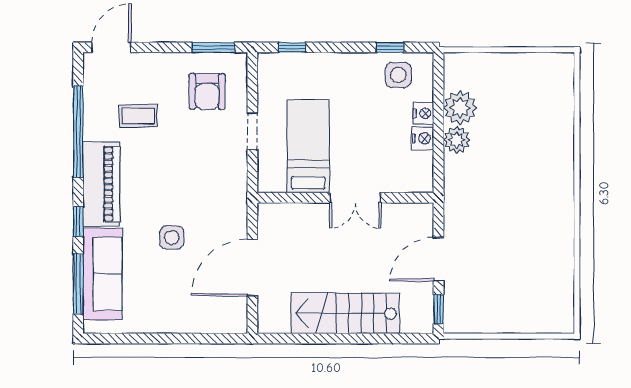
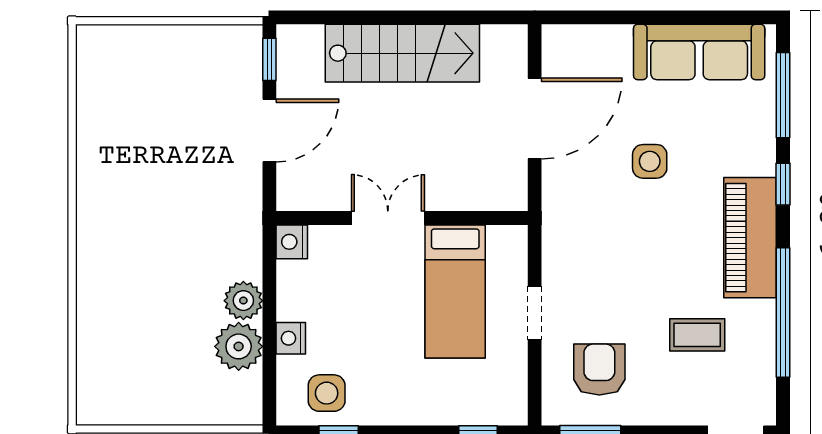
nightstand: (423, 138) -> (292, 242), moved
sofa: (102, 274) -> (699, 52), moved, turned -90

